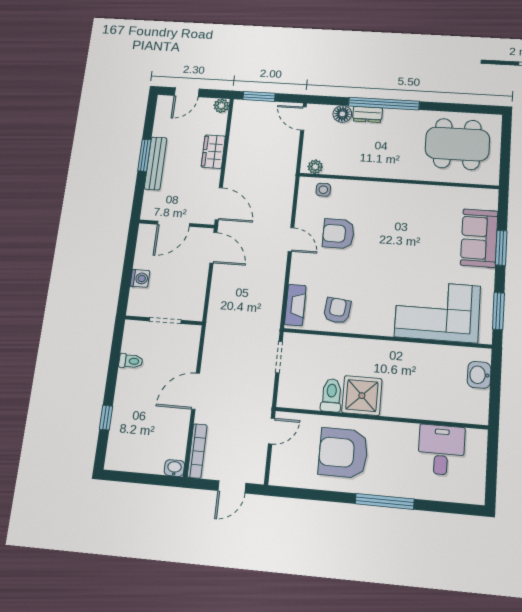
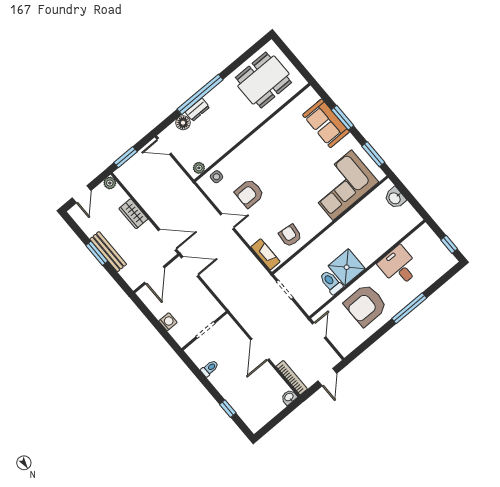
desk: (441, 450) -> (399, 266), moved
window: (491, 477) -> (449, 244), added

